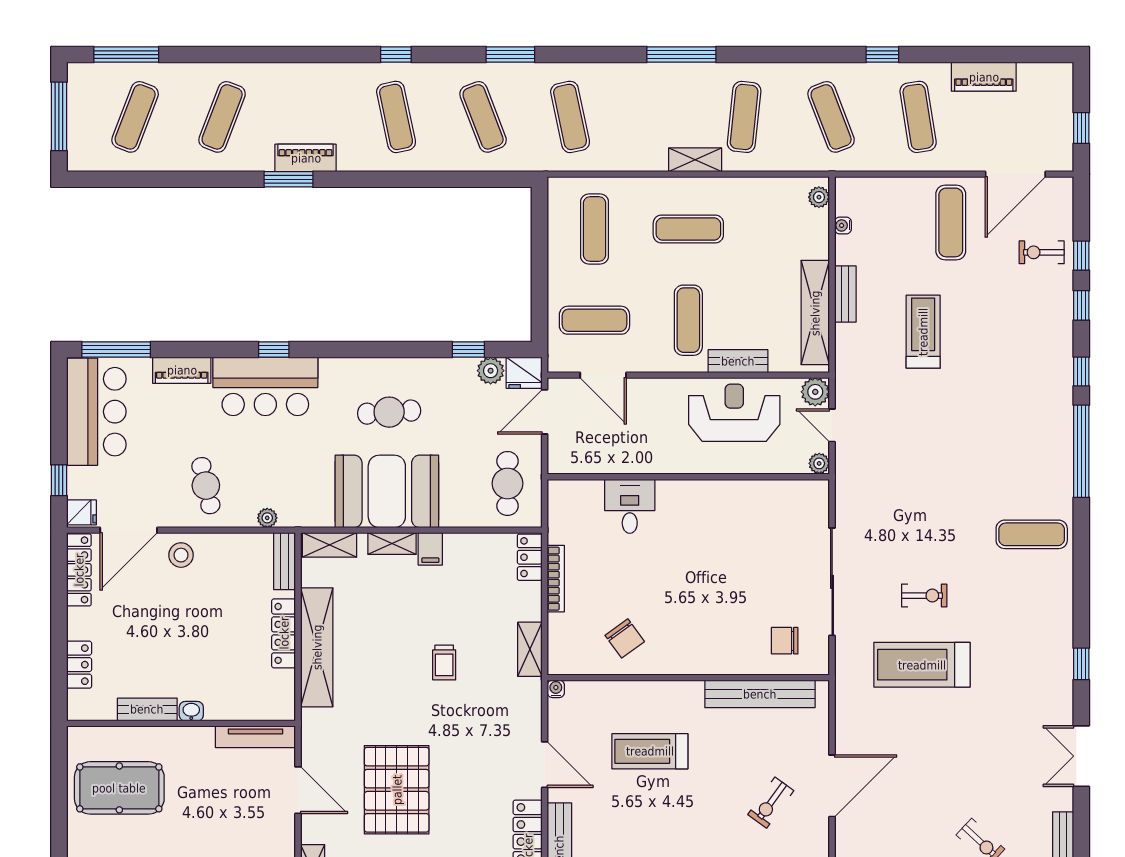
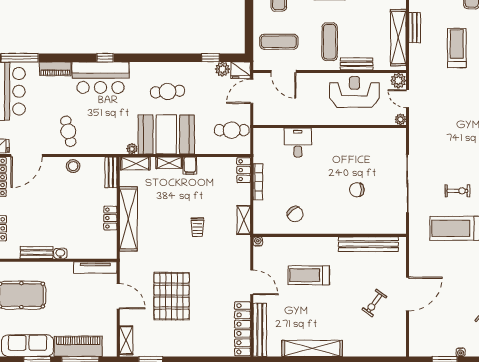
cafe table: (508, 483) -> (232, 130), turned 90
plant: (267, 518) -> (132, 149), moved
stool: (181, 555) -> (73, 166), moved
locker: (284, 633) -> (110, 218), width x0.66
chair: (785, 641) -> (357, 190), moved

